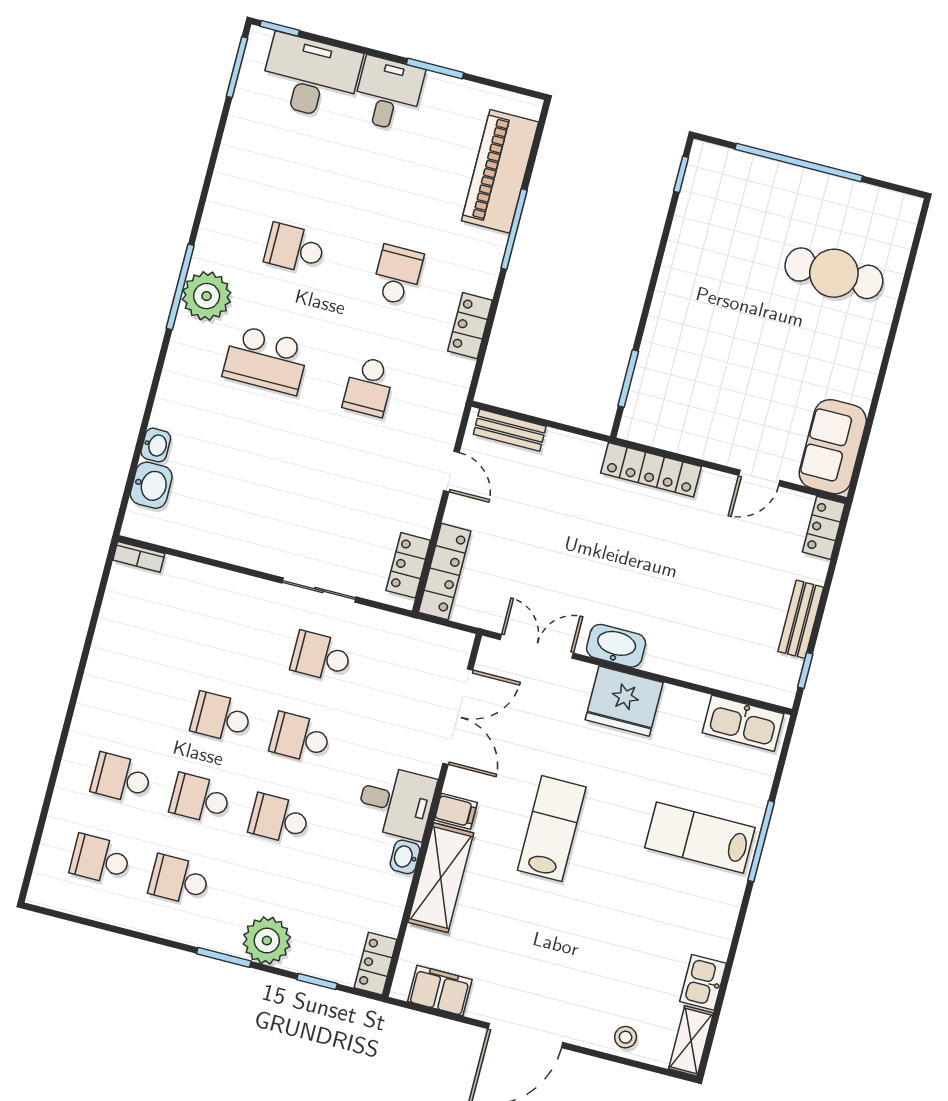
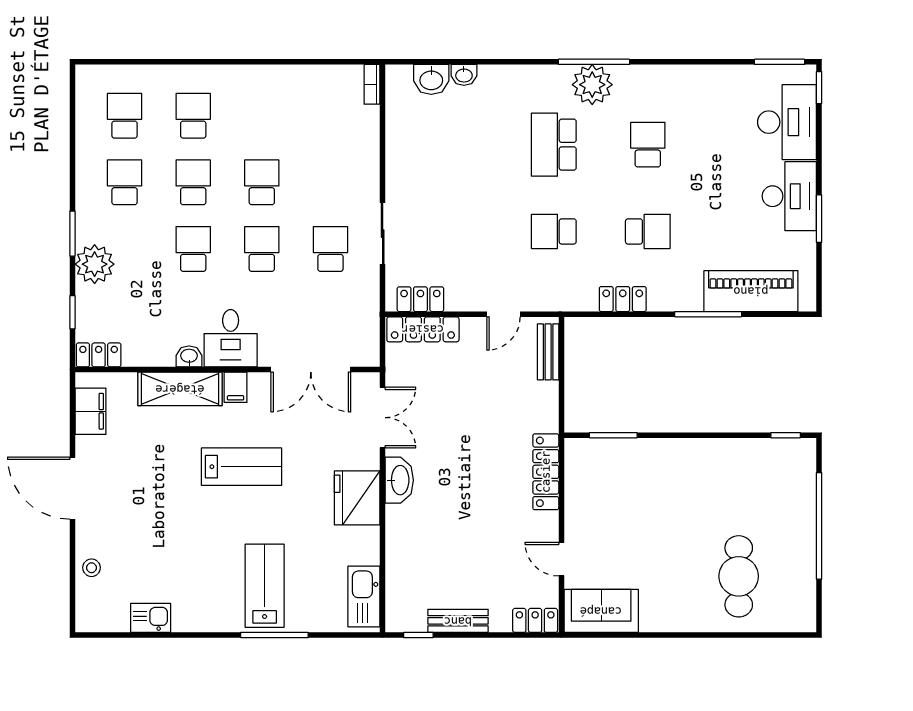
desk: (388, 94) -> (789, 196), width x1.37
shelving: (691, 1041) -> (102, 620), removed

